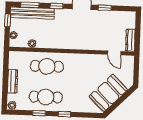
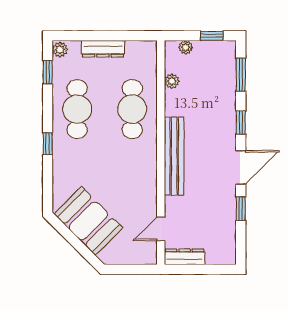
bench: (32, 13) -> (174, 156), moved
window: (39, 113) -> (48, 72), moved

